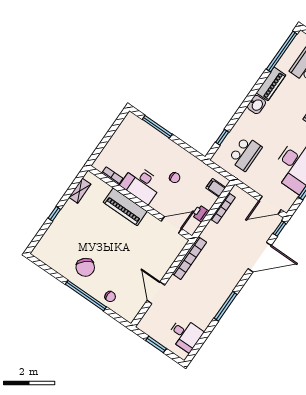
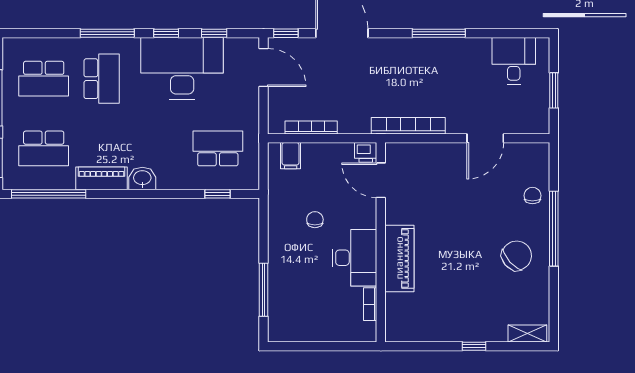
shelving: (80, 191) -> (527, 333), moved
printer: (200, 213) -> (366, 152), moved

